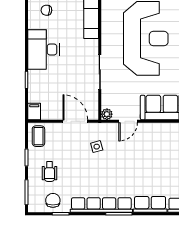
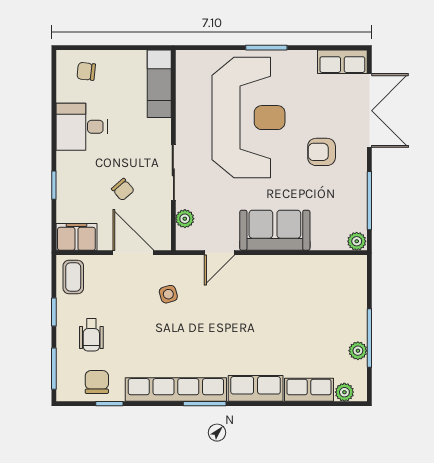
desk: (44, 49) -> (82, 127), width x0.73
chair: (69, 83) -> (123, 190), added
filing cabinet: (34, 112) -> (76, 237), width x2.00
plant: (107, 114) -> (185, 219), moved

